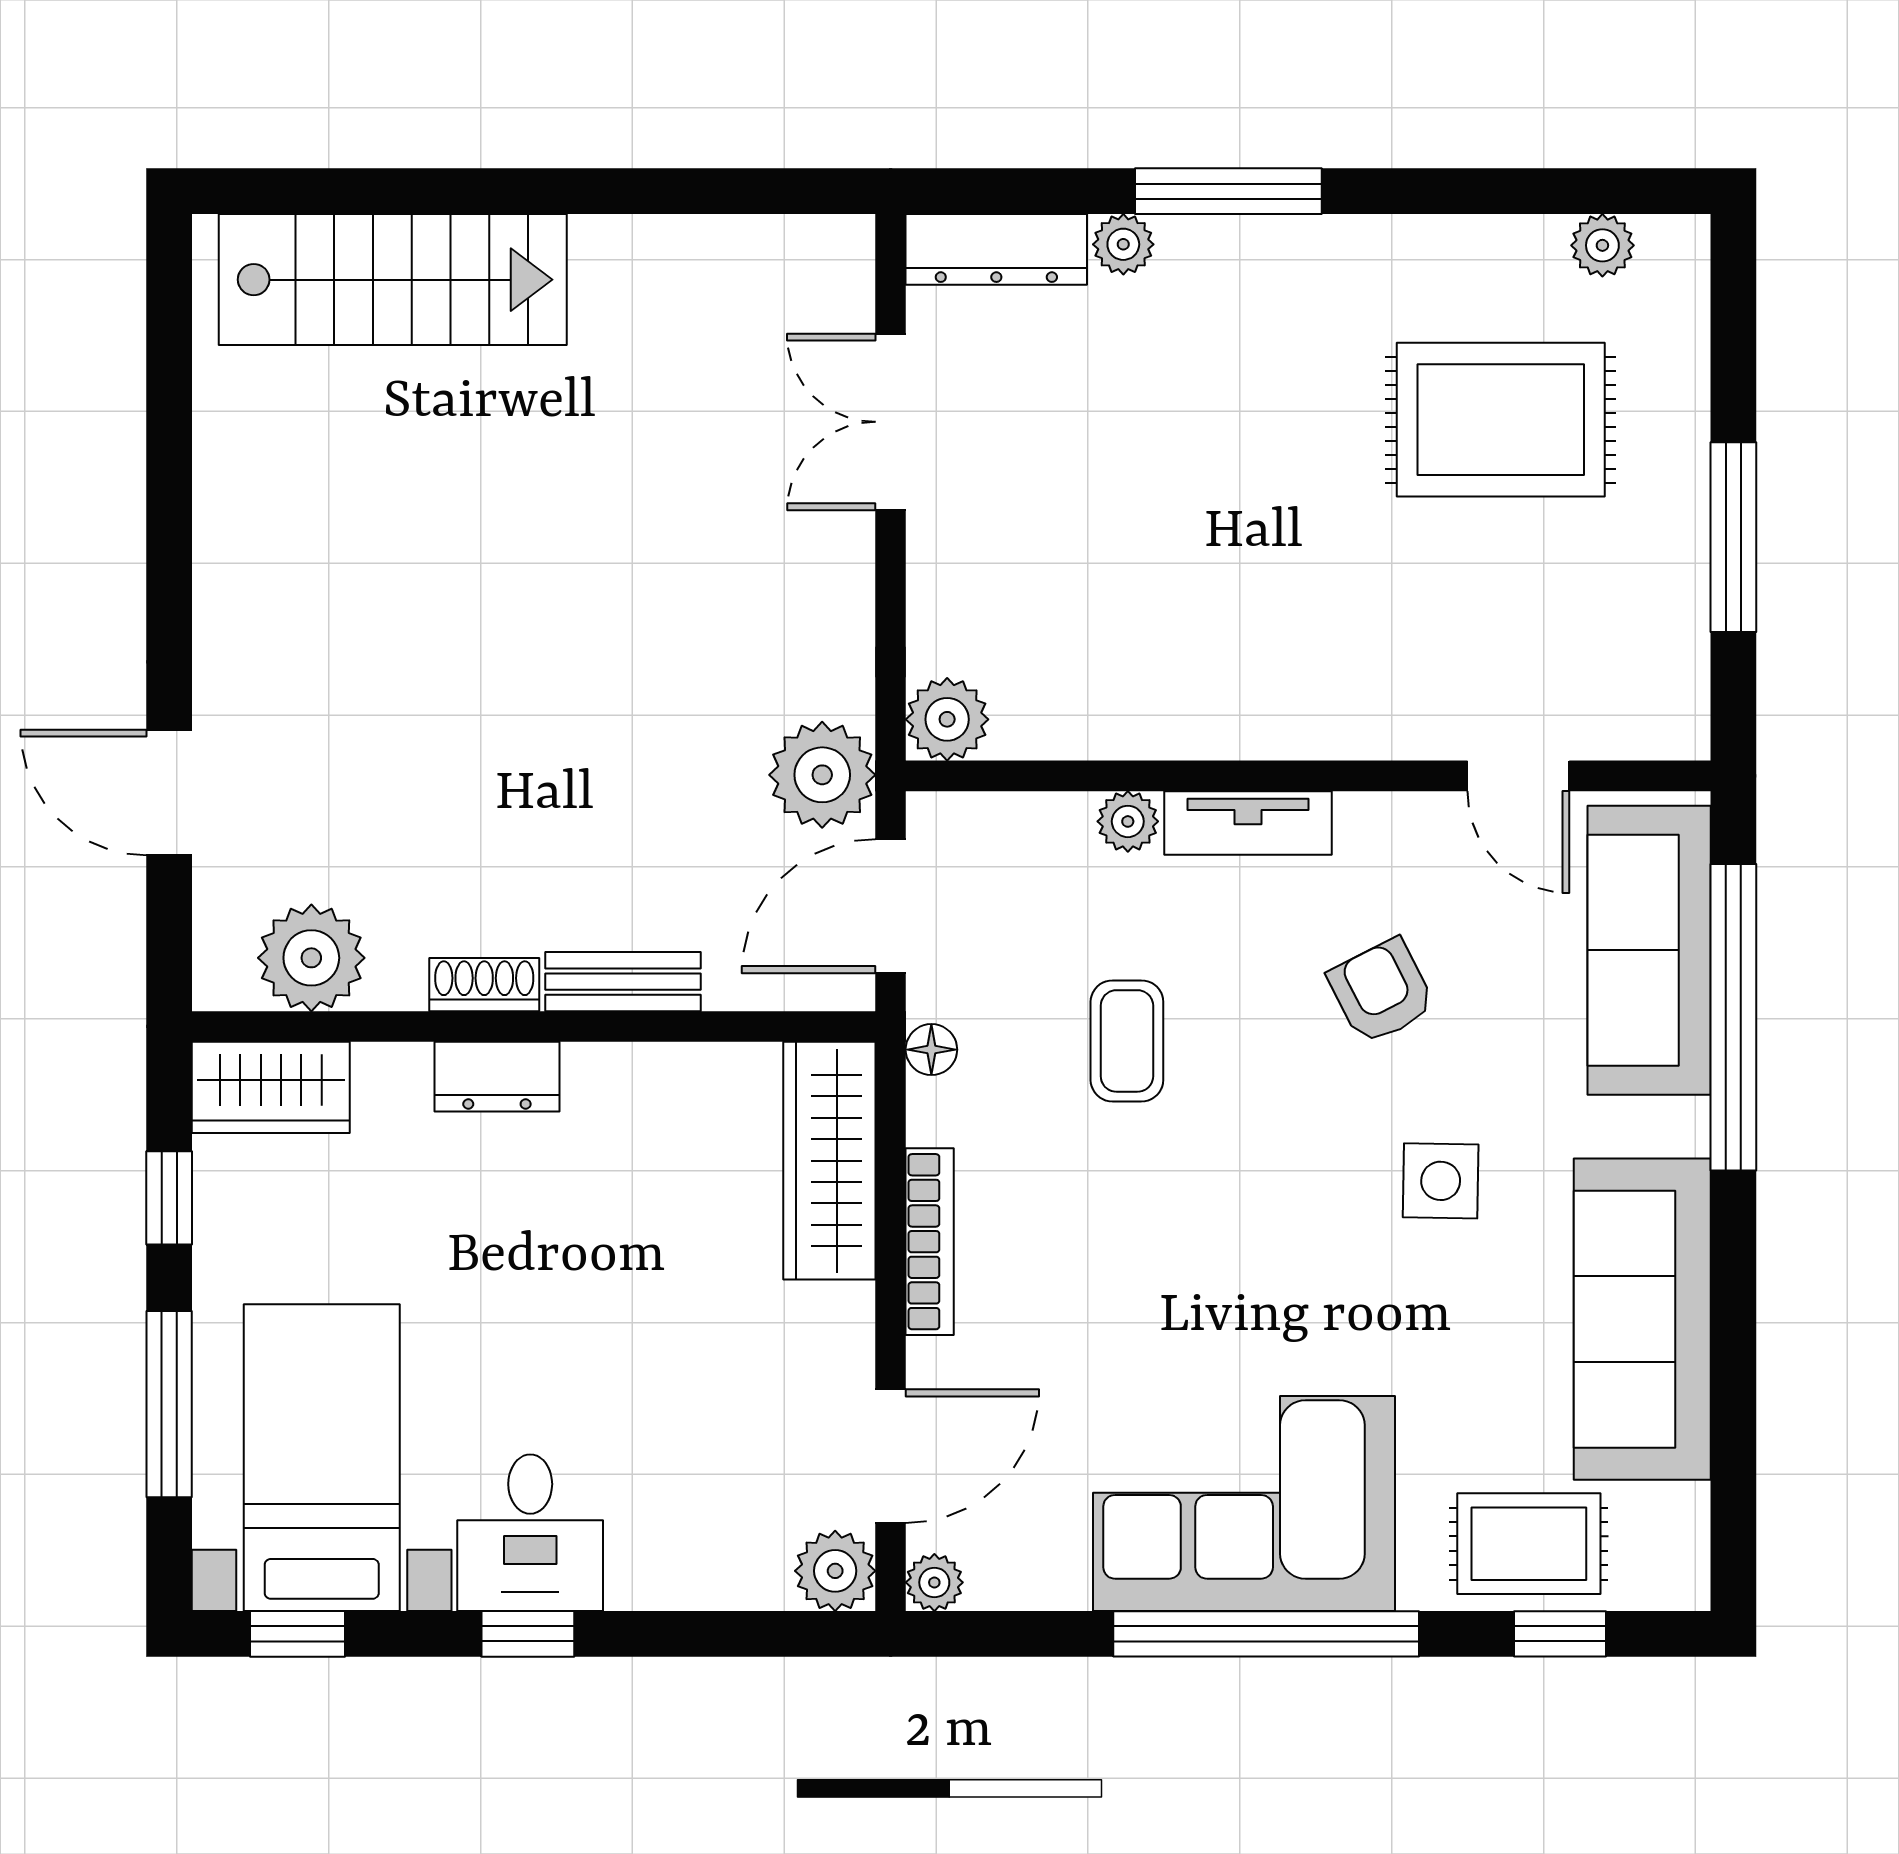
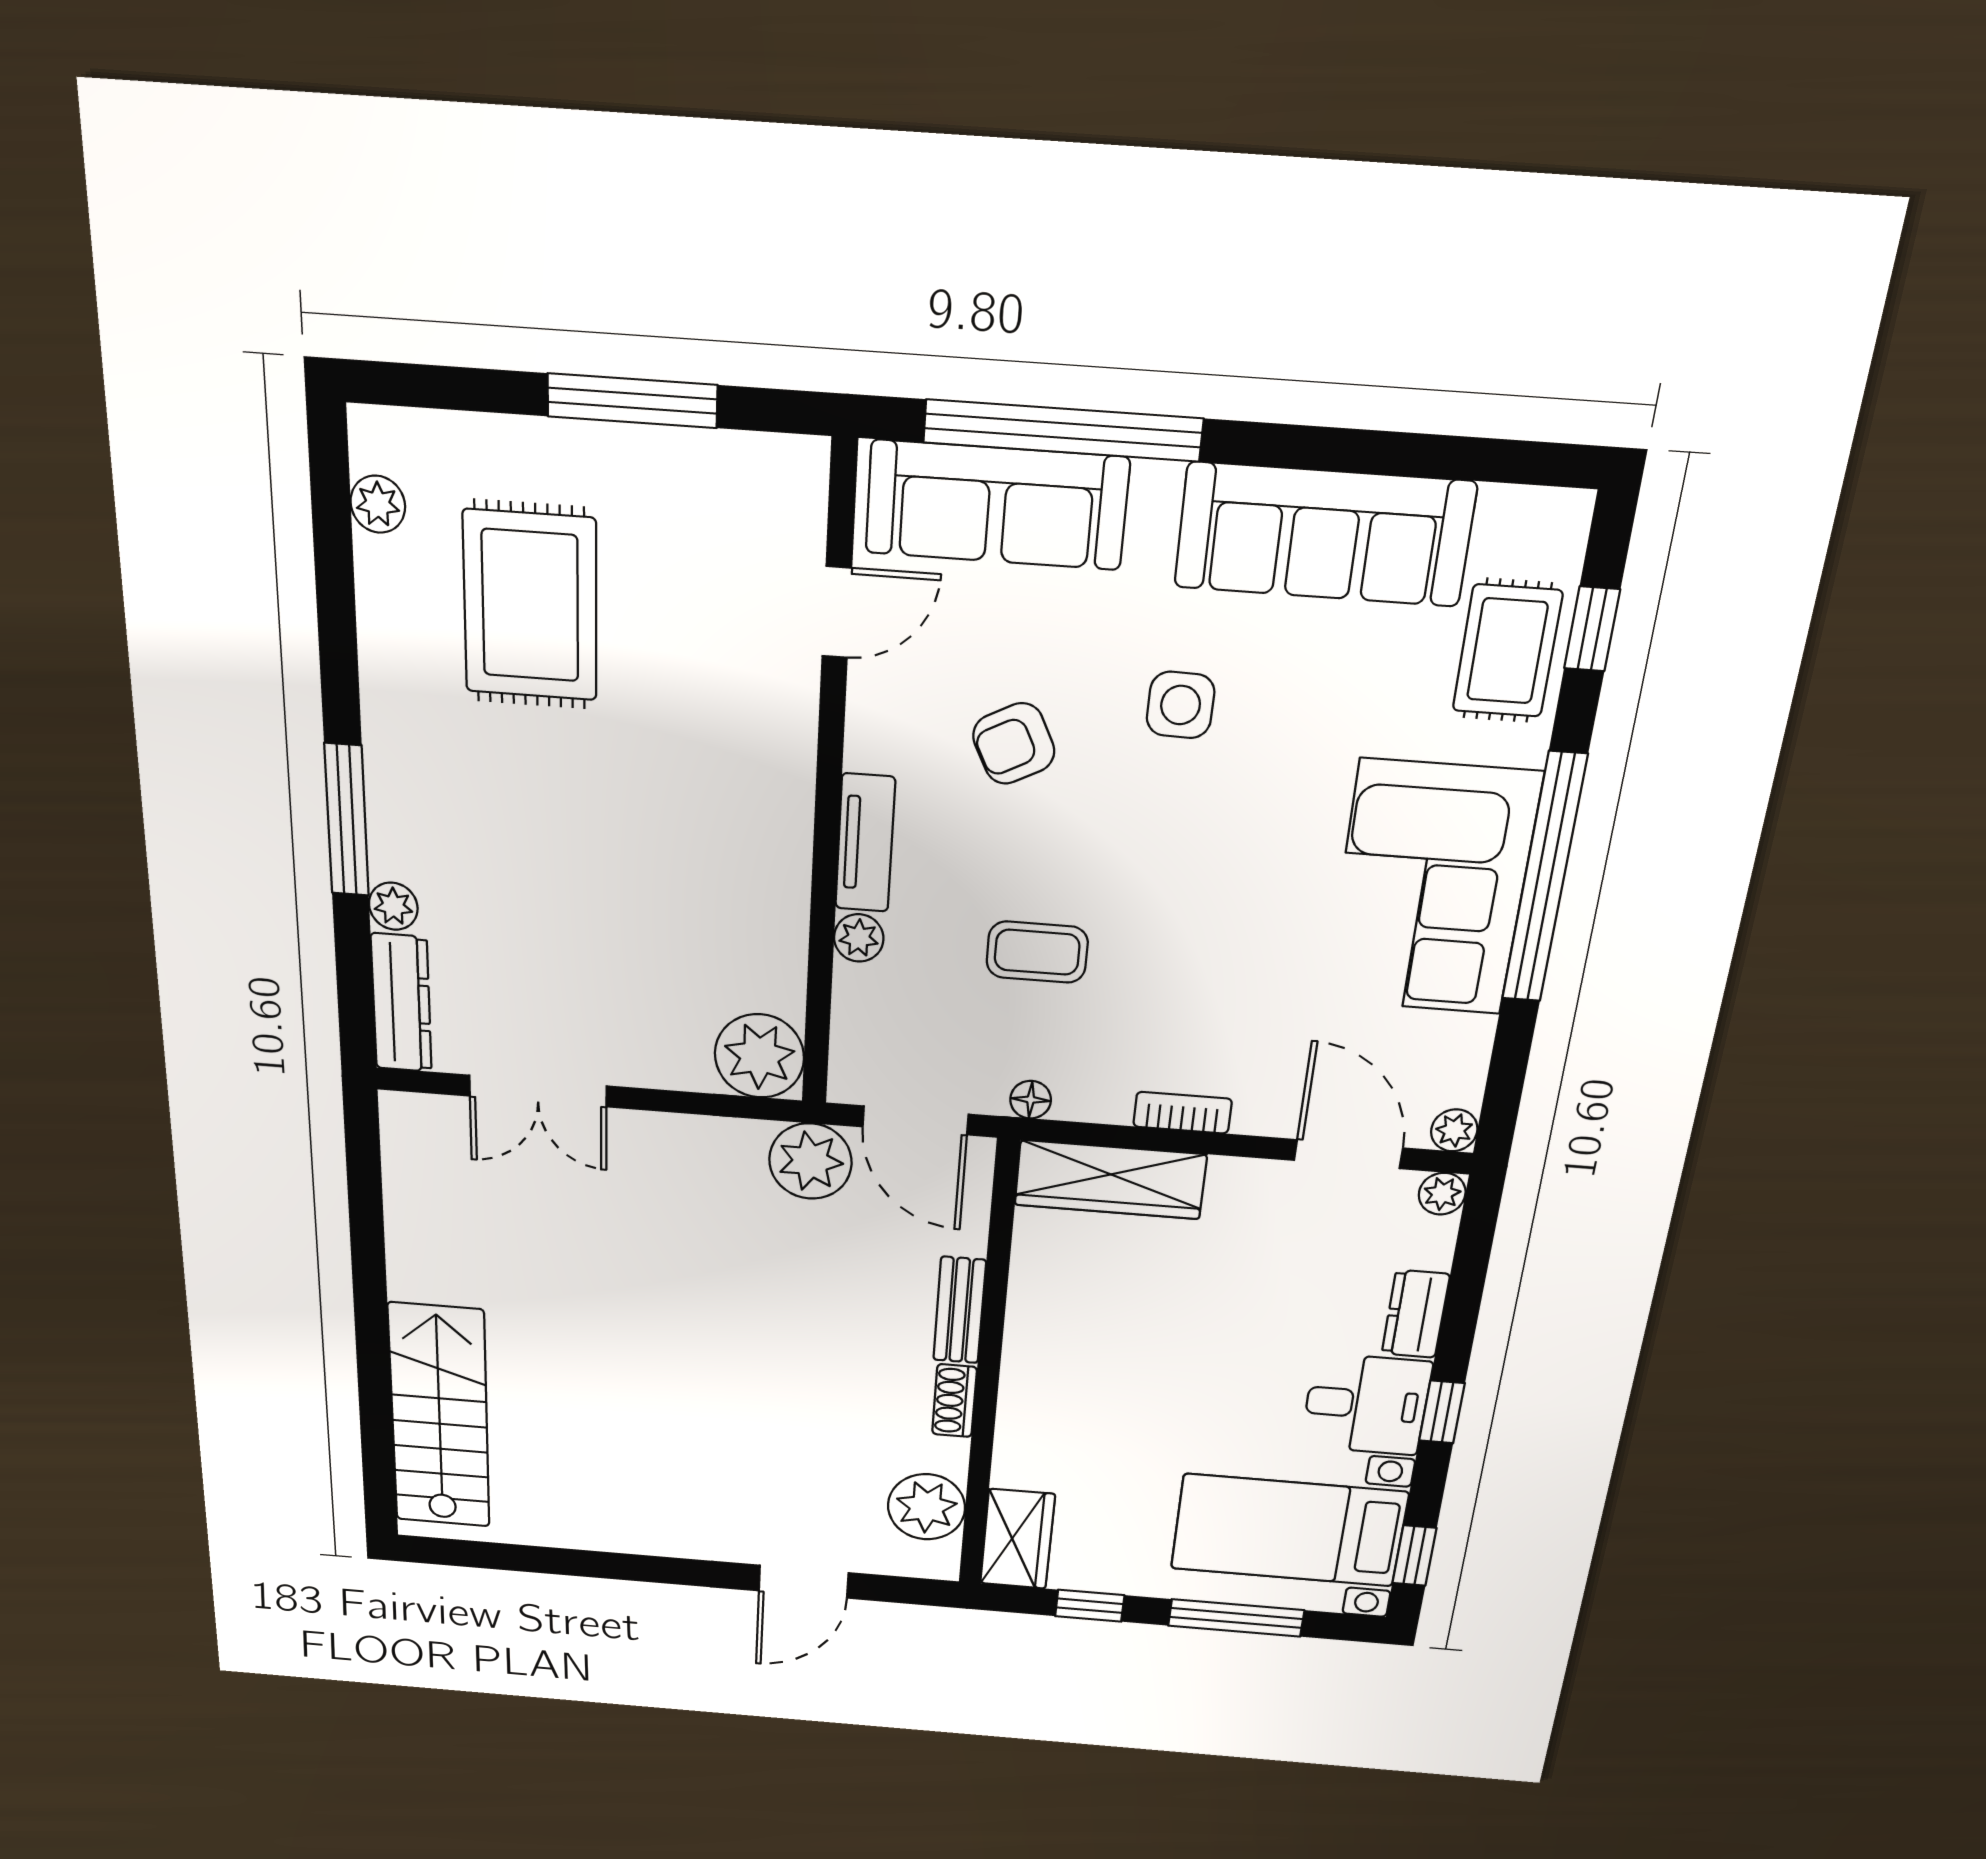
plant: (947, 719) -> (759, 1056), width x1.36, depth x1.36
dresser: (497, 1077) -> (1416, 1314), moved, turned 180
bookcase: (930, 1242) -> (1183, 1113), width x0.64
plant: (835, 1571) -> (1442, 1194), width x0.73, depth x0.73

